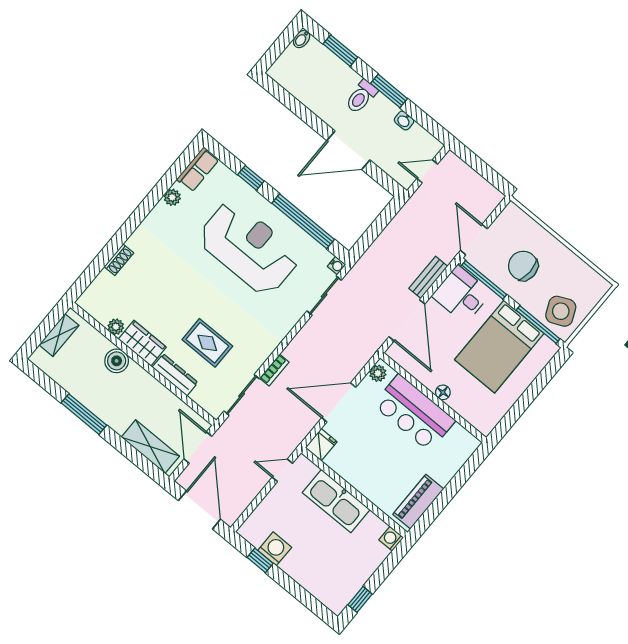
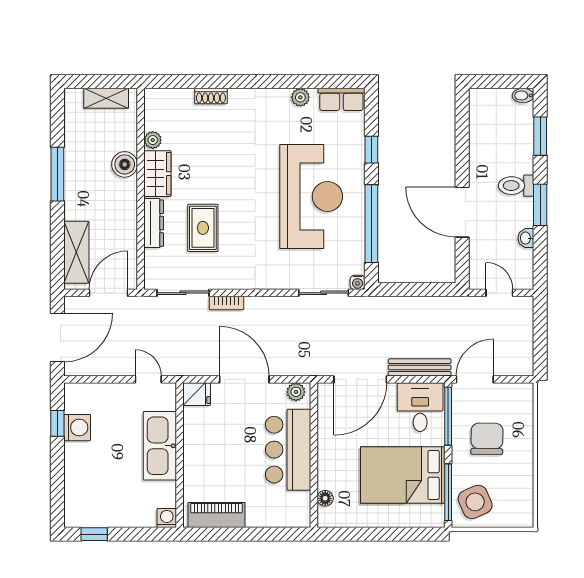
bench: (428, 277) -> (420, 367), width x1.36
floor lamp: (443, 392) -> (325, 498), moved

